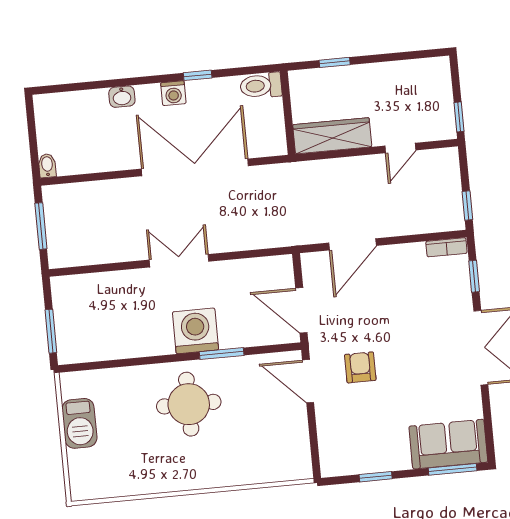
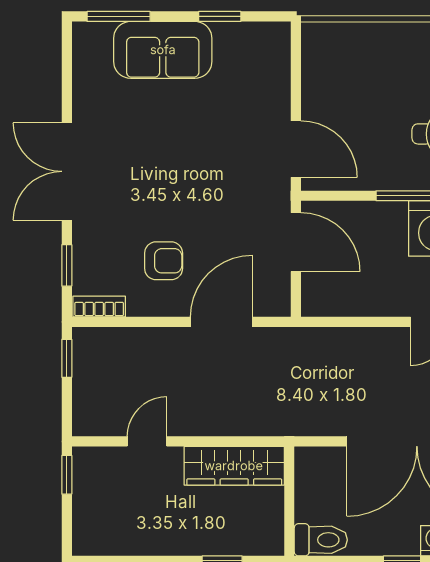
armchair: (360, 367) -> (164, 261), moved, turned -90
sofa: (448, 444) -> (163, 50), moved

